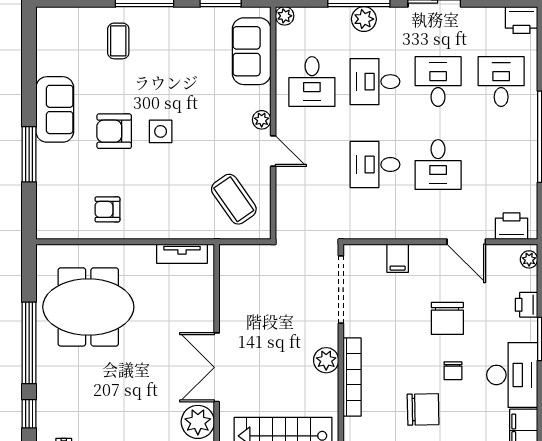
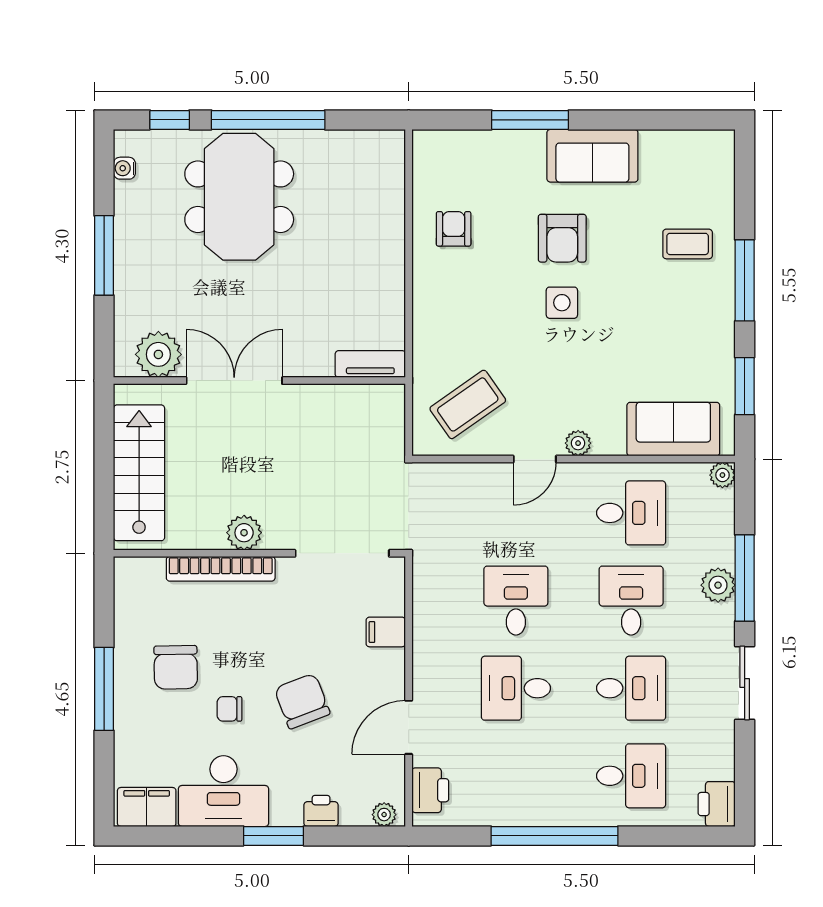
desk: (312, 82) -> (631, 513), turned 180
armchair: (114, 131) -> (562, 238), turned 180
tv unit: (182, 254) -> (370, 364), moved, turned 90
meeting table: (88, 307) -> (239, 197), moved
chair: (447, 318) -> (302, 701), turned 69

